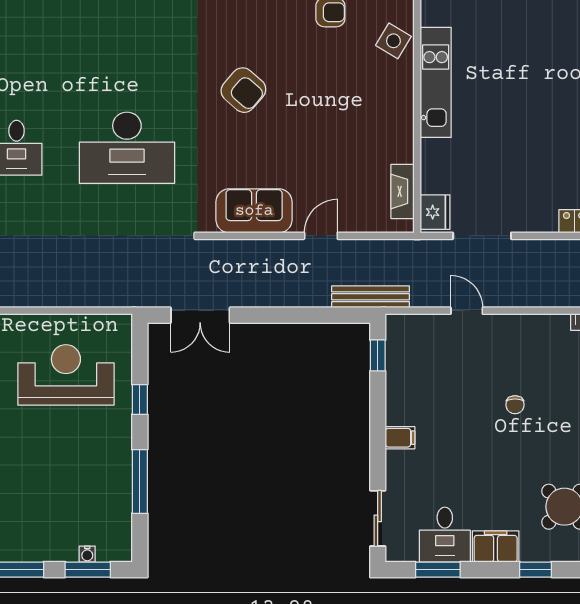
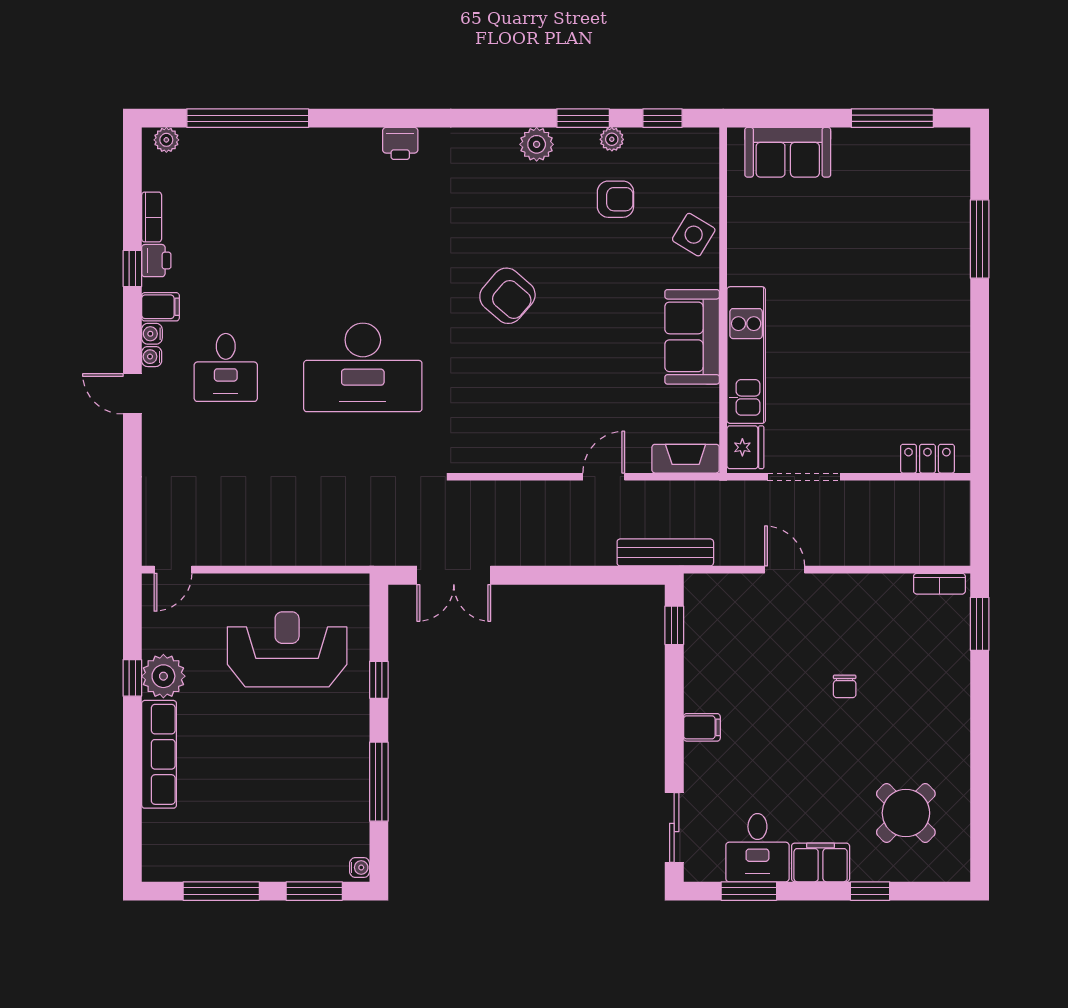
kitchen unit: (436, 82) -> (746, 355), moved
fireplace: (403, 191) -> (686, 459), moved, turned 90
sofa: (254, 211) -> (692, 337), moved, turned -90
water cooler: (87, 554) -> (360, 867), moved, turned -90

